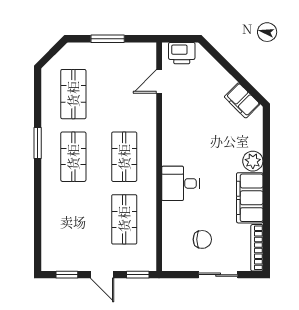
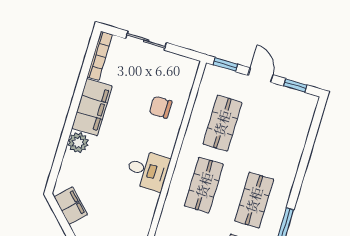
desk: (180, 183) -> (148, 170), moved
chair: (202, 239) -> (161, 107), moved

